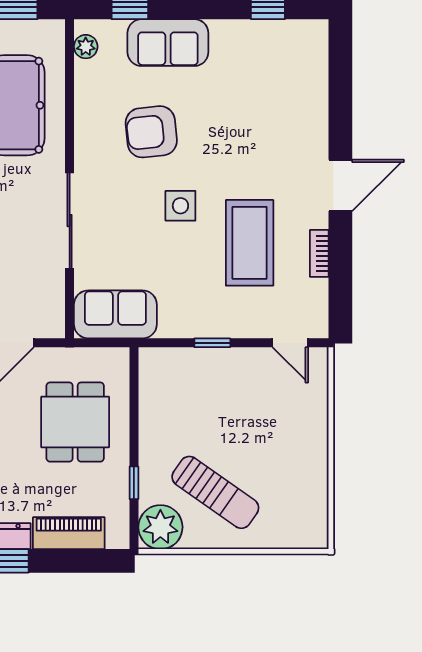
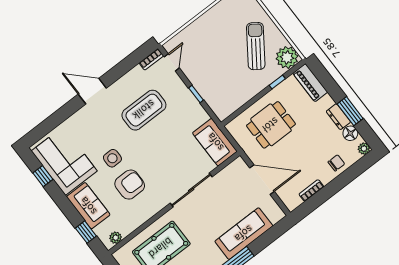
corner sofa: (266, 59) -> (64, 161), added
armchair: (151, 132) -> (130, 185), turned -84
side table: (180, 206) -> (112, 158), moved
bookcase: (319, 253) -> (151, 59), moved
piano: (69, 533) -> (310, 83), moved

